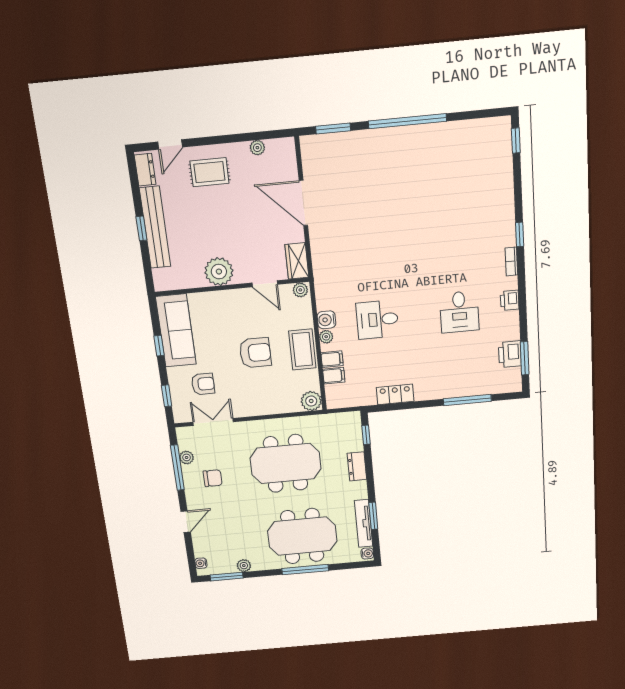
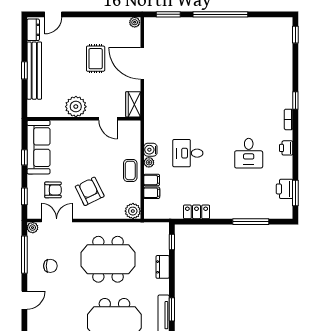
plant: (257, 148) -> (135, 22), moved
rug: (209, 172) -> (96, 59), moved, turned 90
plant: (300, 290) -> (133, 126), removed
coffee table: (302, 349) -> (130, 170), width x0.73, depth x0.77
armchair: (255, 353) -> (90, 191), moved, turned -116
plant: (187, 457) -> (33, 228), moved

